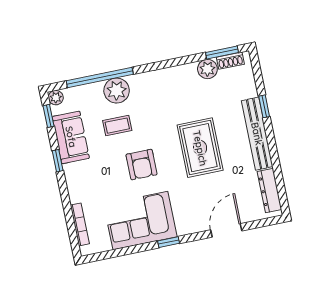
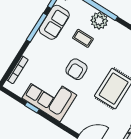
window: (58, 161) -> (37, 28), width x2.17
window: (169, 242) -> (32, 107), moved

